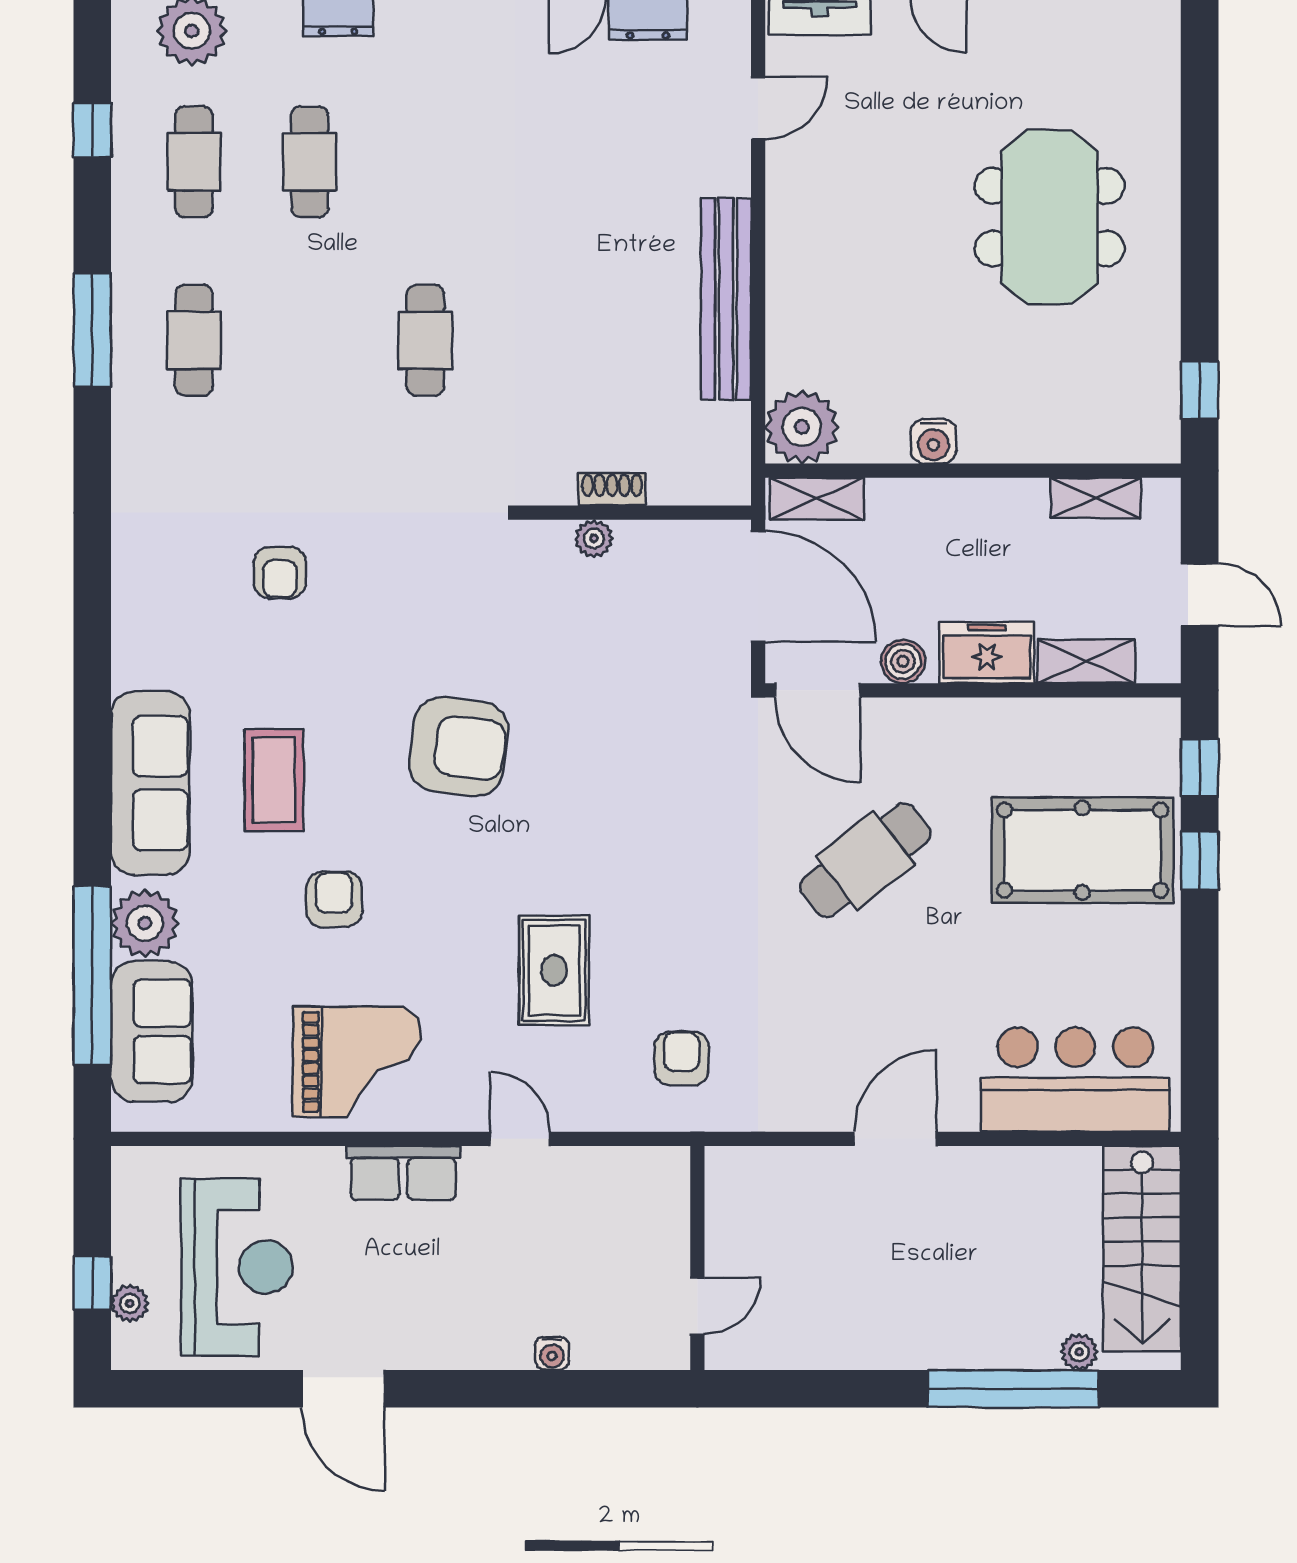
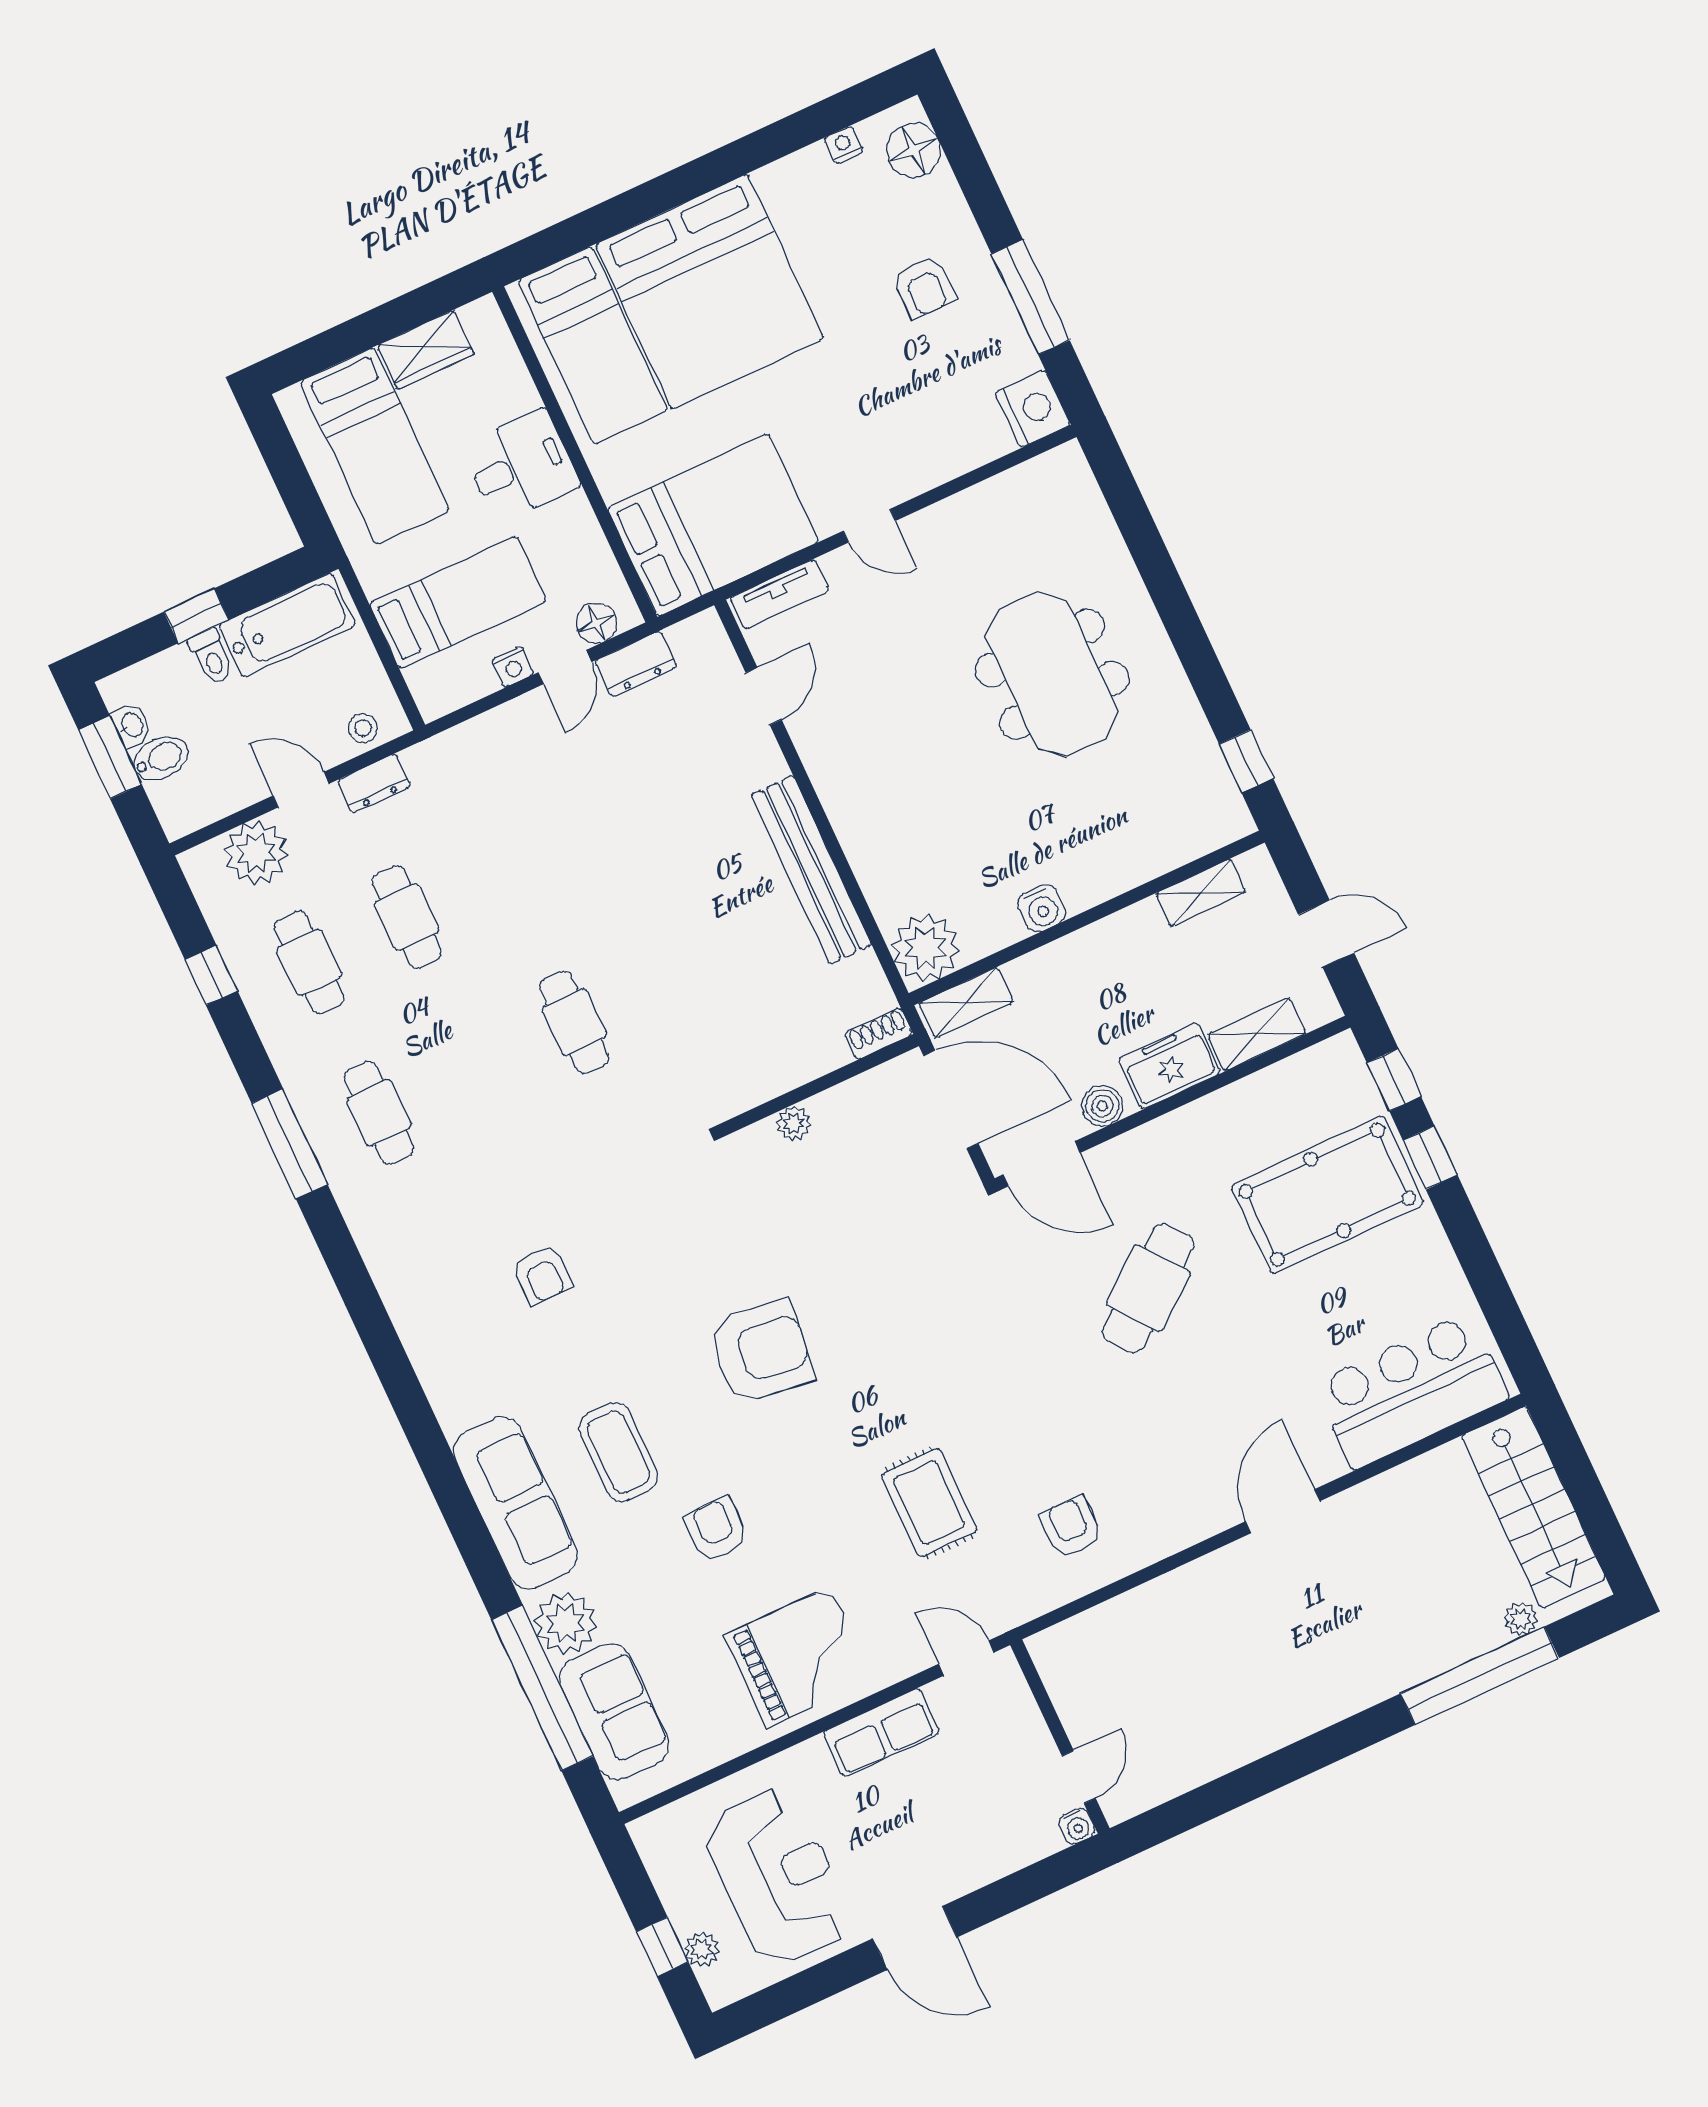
shoe rack: (612, 489) -> (879, 1034), moved
wall: (697, 1258) -> (1060, 1737), moved
door: (697, 1306) -> (1079, 1777), moved

